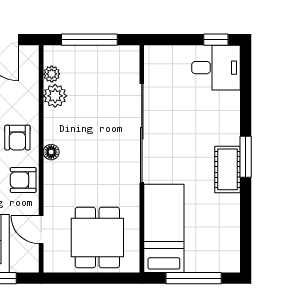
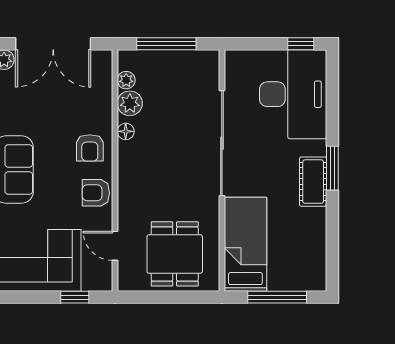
desk: (216, 68) -> (293, 94), width x1.87, depth x1.30
floor lamp: (51, 152) -> (126, 131), moved

